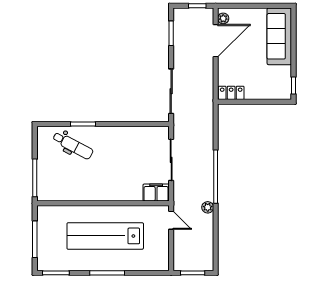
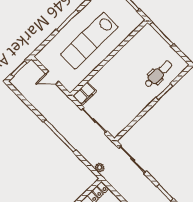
dental chair: (73, 145) -> (158, 74), turned 152
plant: (208, 207) -> (100, 168), moved
door: (171, 220) -> (52, 78), moved
lab bench: (105, 236) -> (89, 41), turned 180

